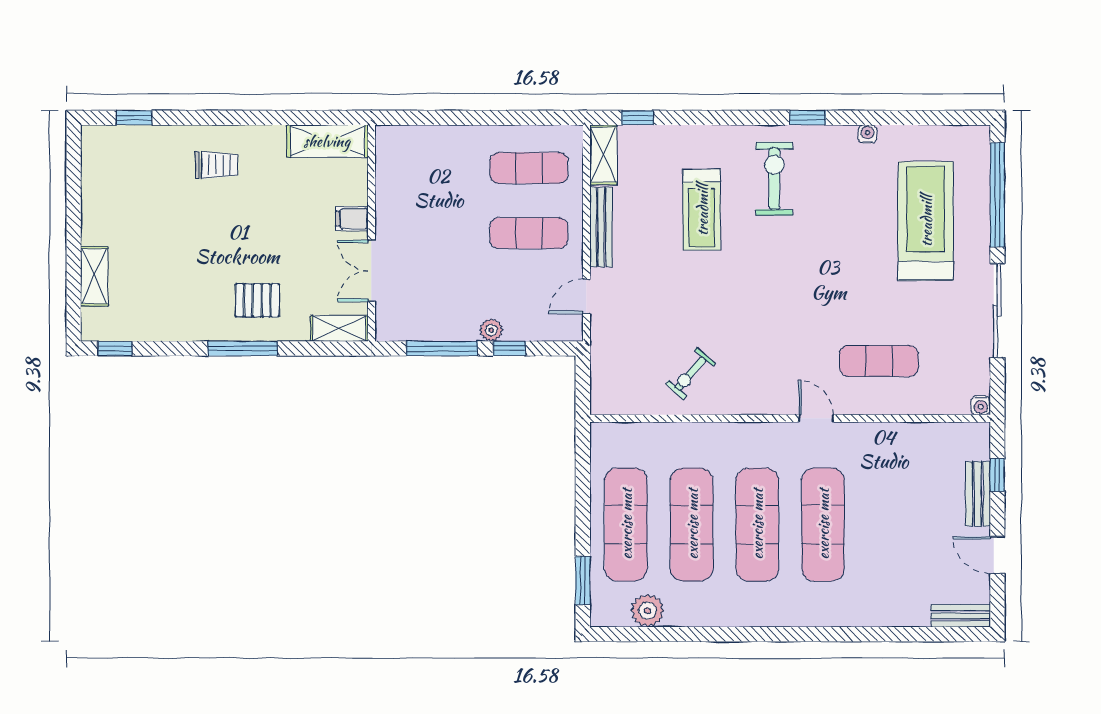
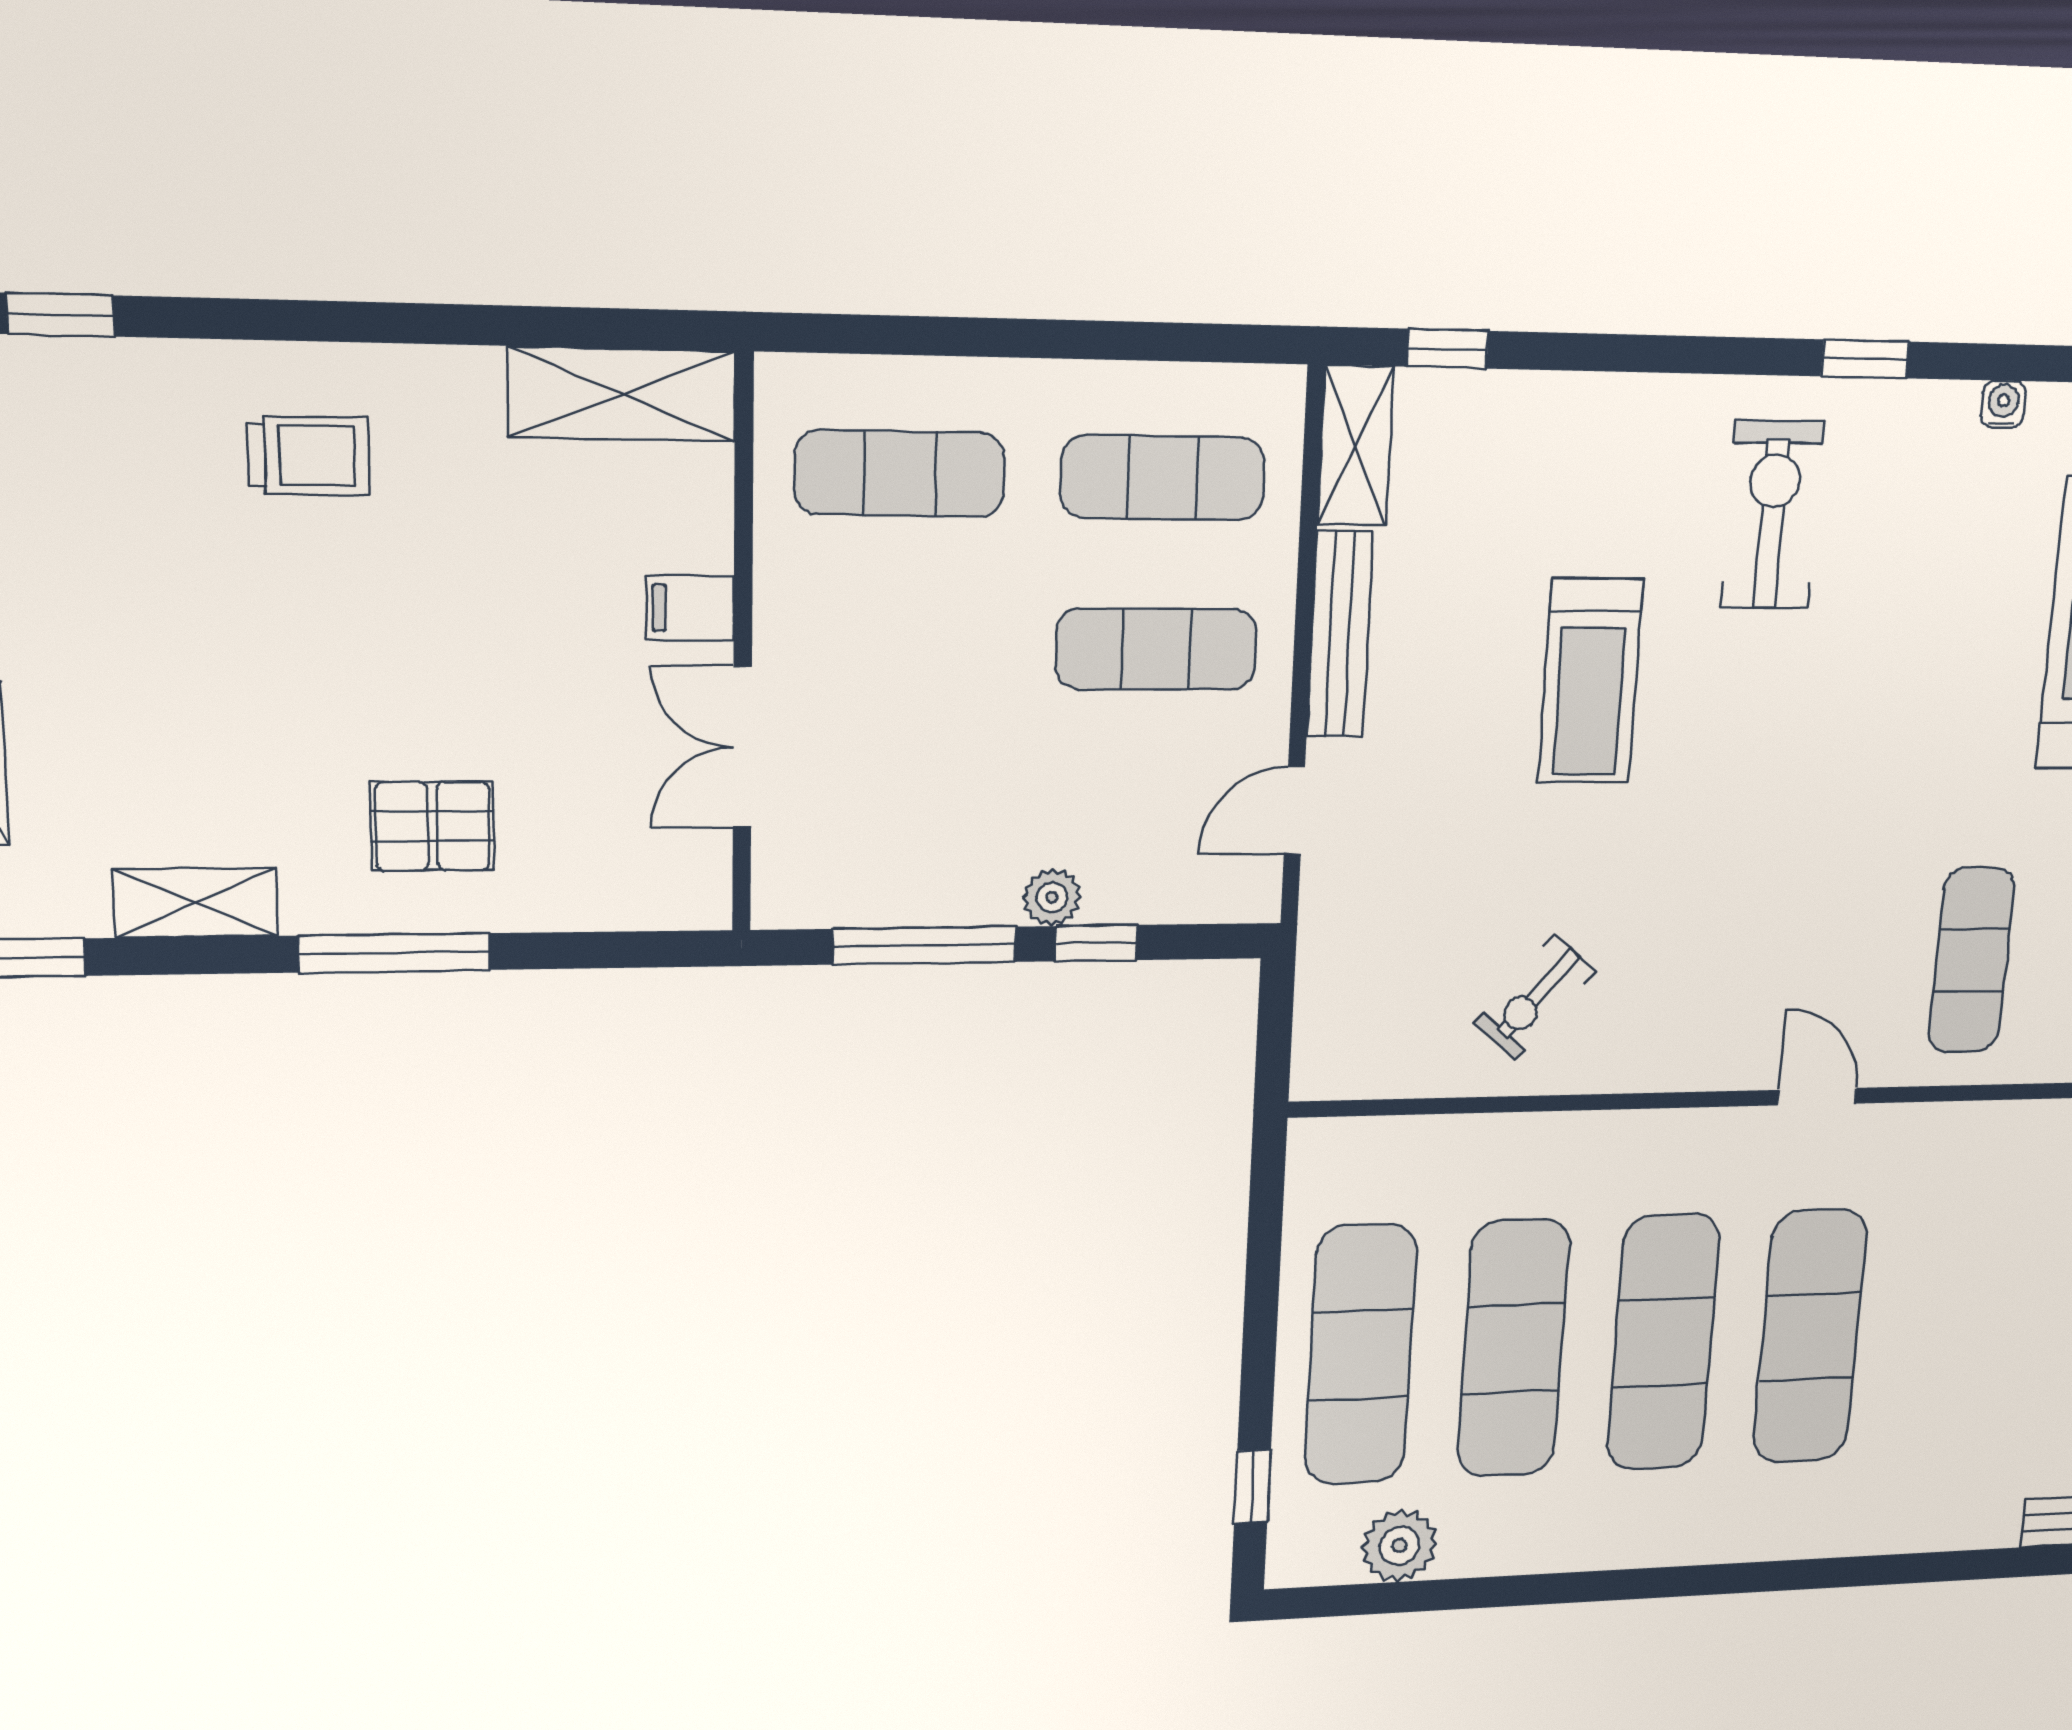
exercise mat: (429, 168) -> (900, 474), added
treadmill: (702, 210) -> (1590, 681), moved
shelving: (339, 328) -> (196, 903), moved
exercise mat: (879, 361) -> (1971, 960), turned 90
window: (583, 580) -> (1252, 1486), width x0.67

